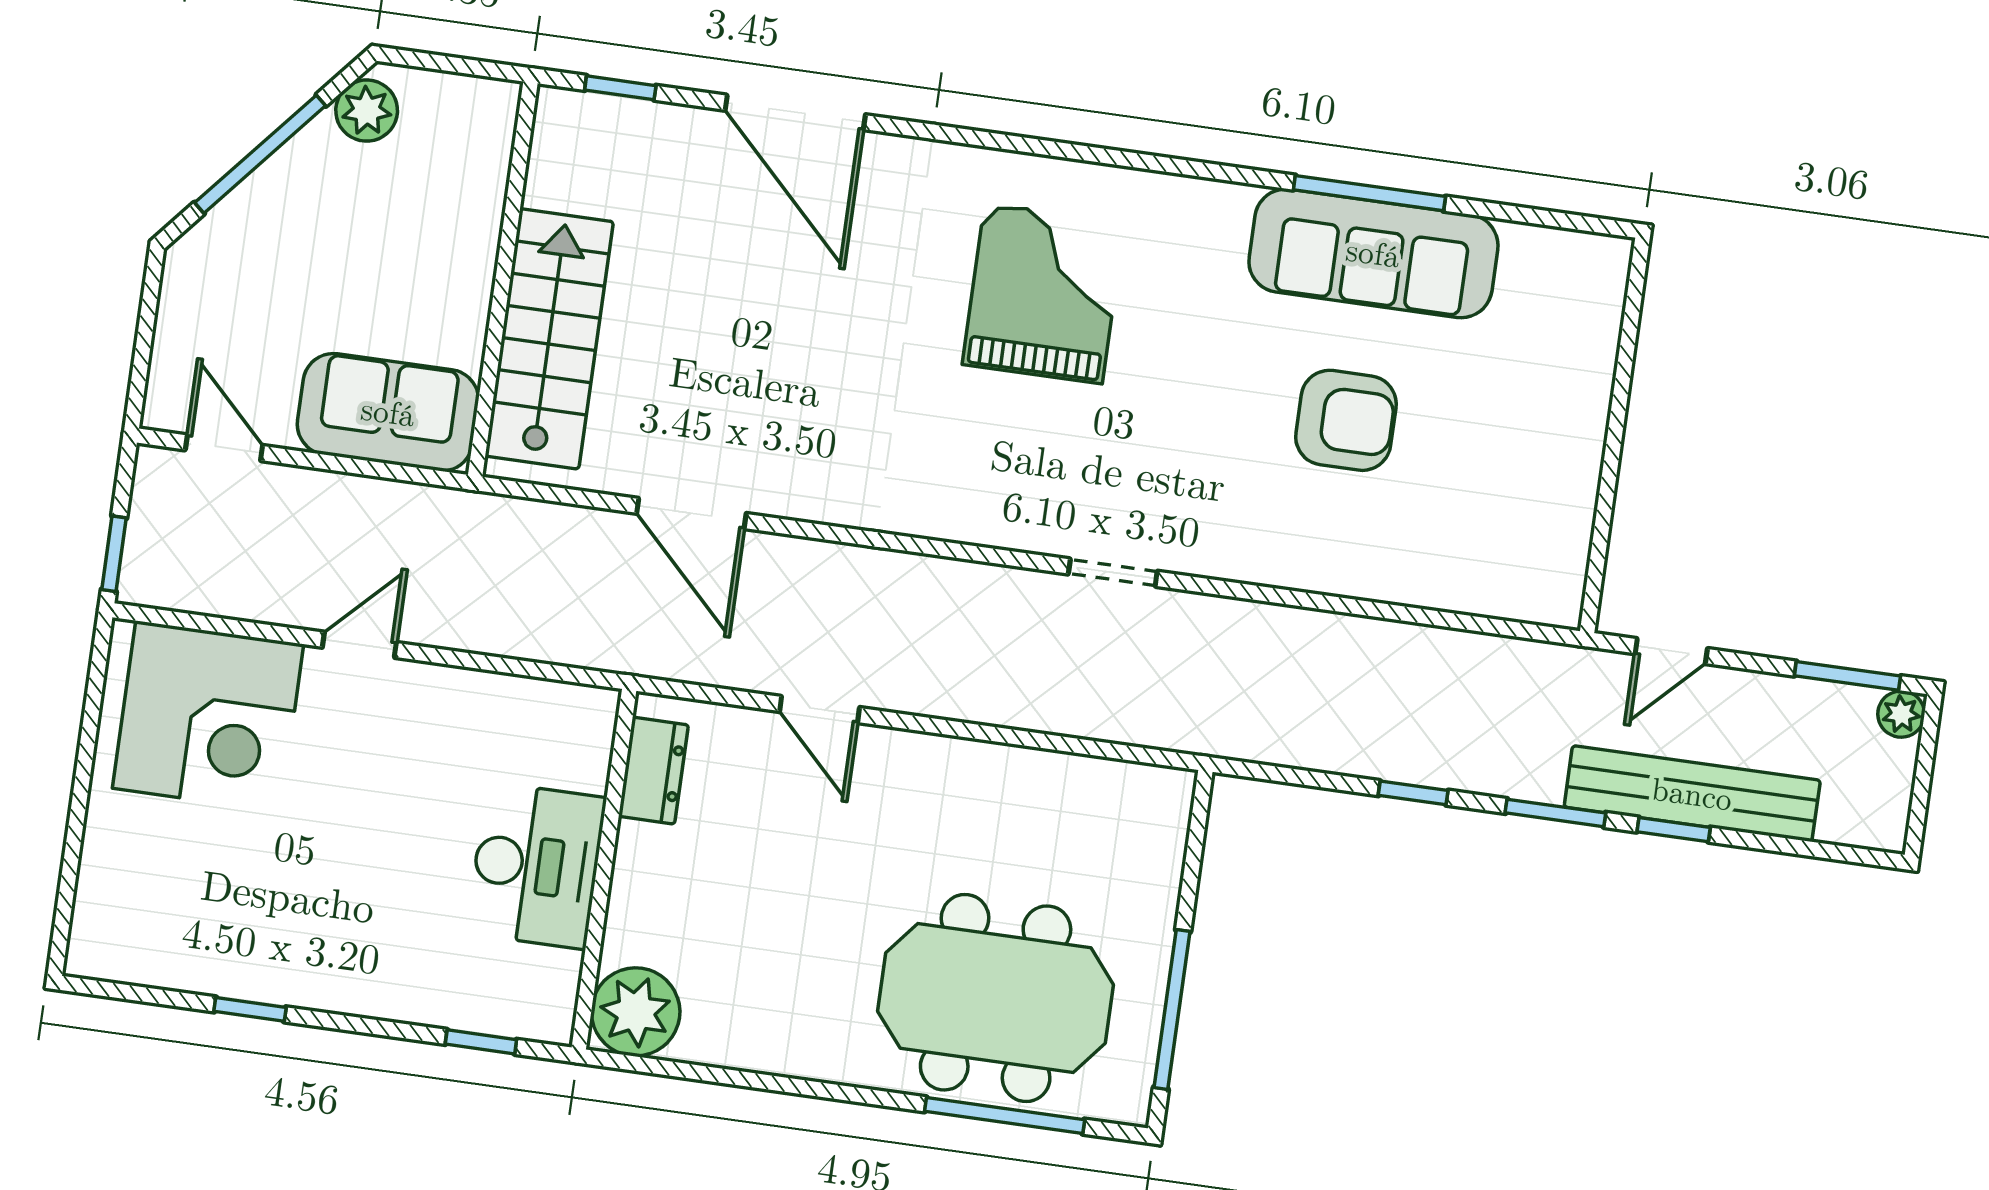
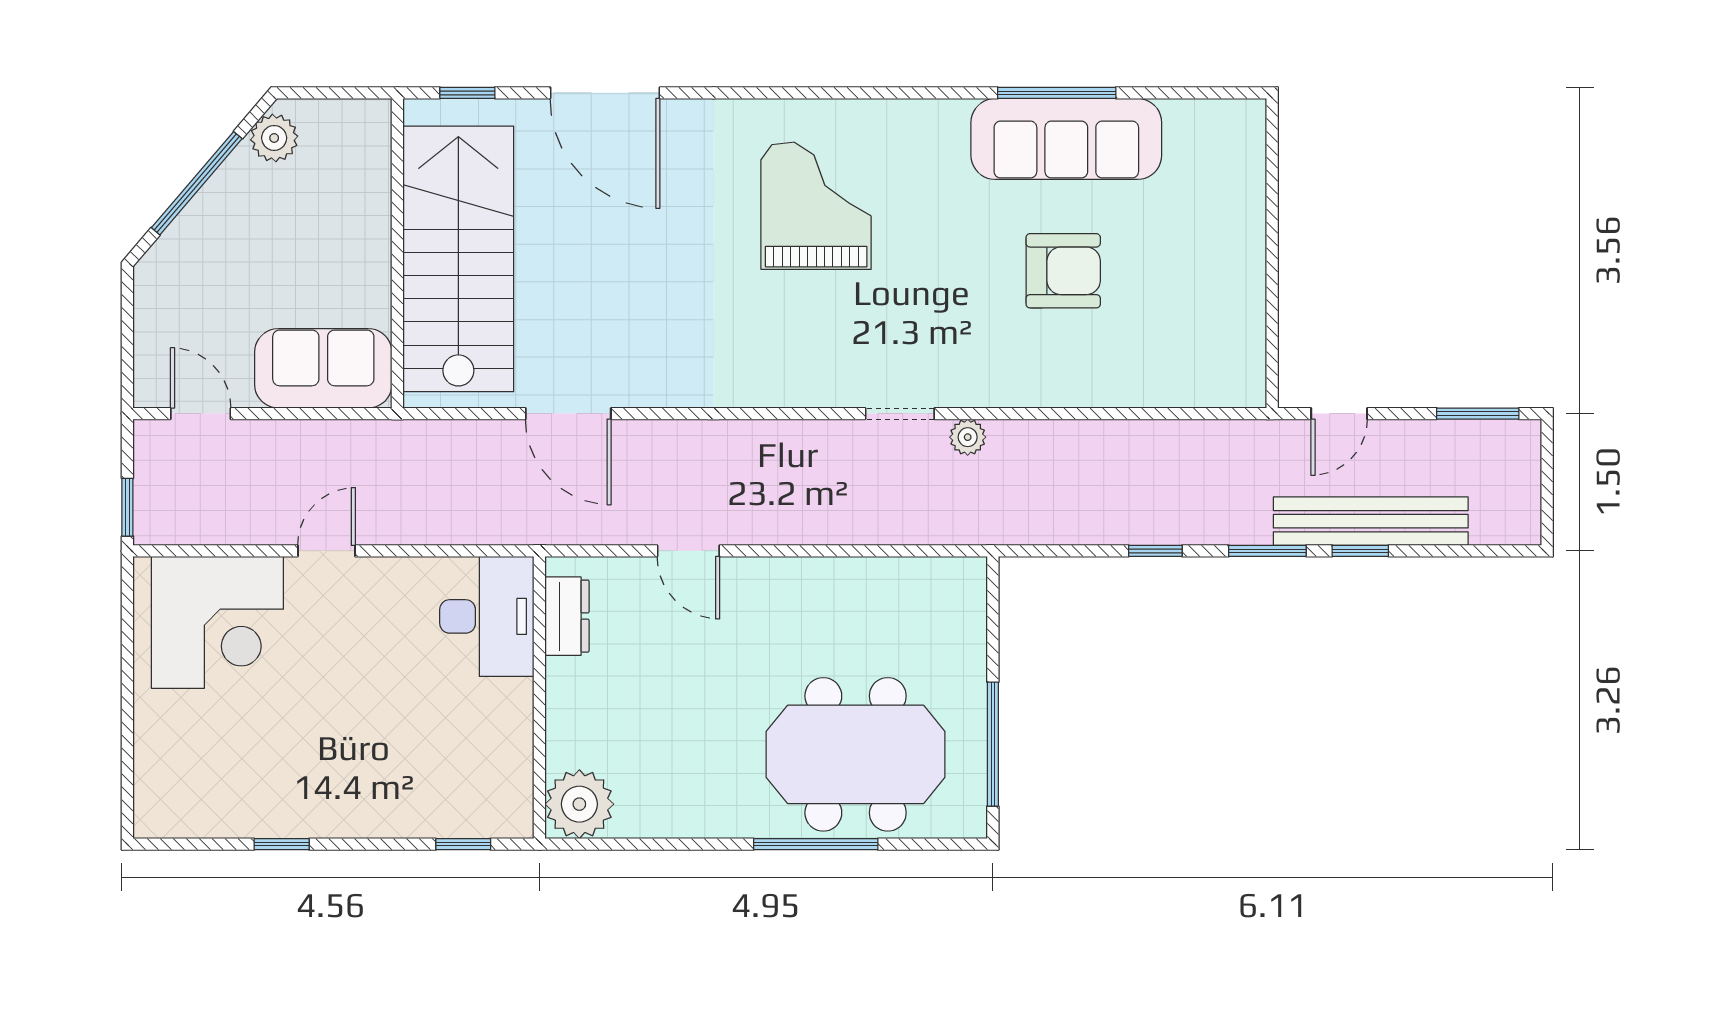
stairs: (549, 339) -> (458, 259), width x1.36, depth x1.51
plant: (1901, 714) -> (968, 437), moved
desk: (536, 866) -> (487, 616), moved
window: (1005, 1115) -> (816, 844), moved

